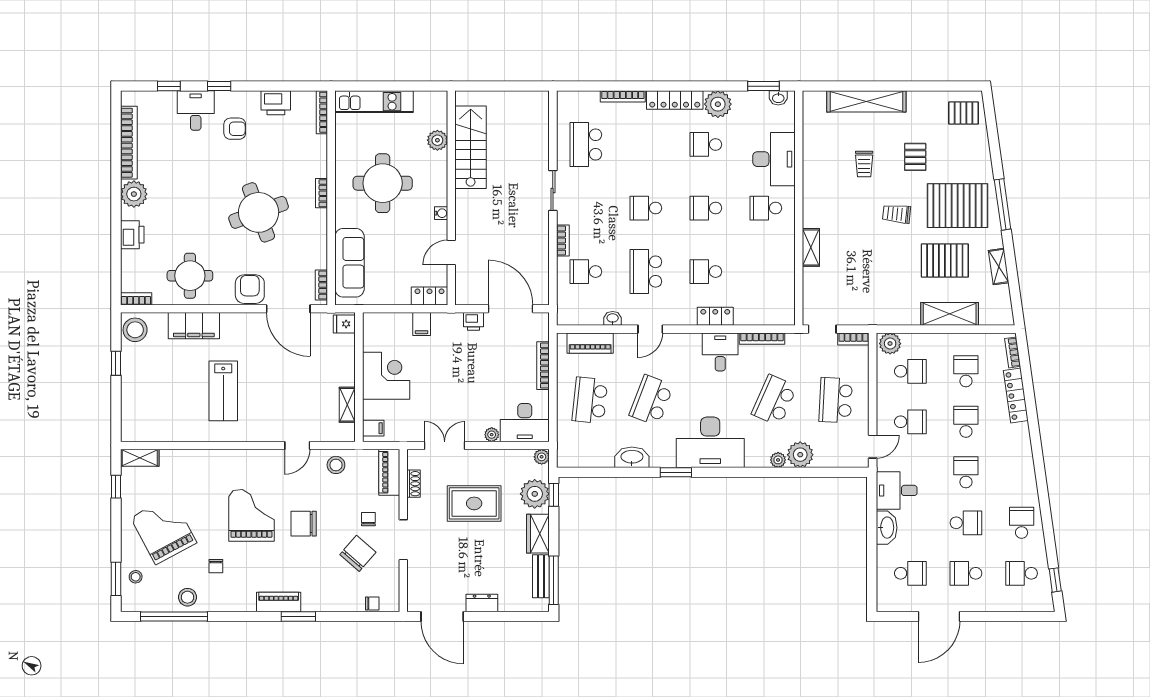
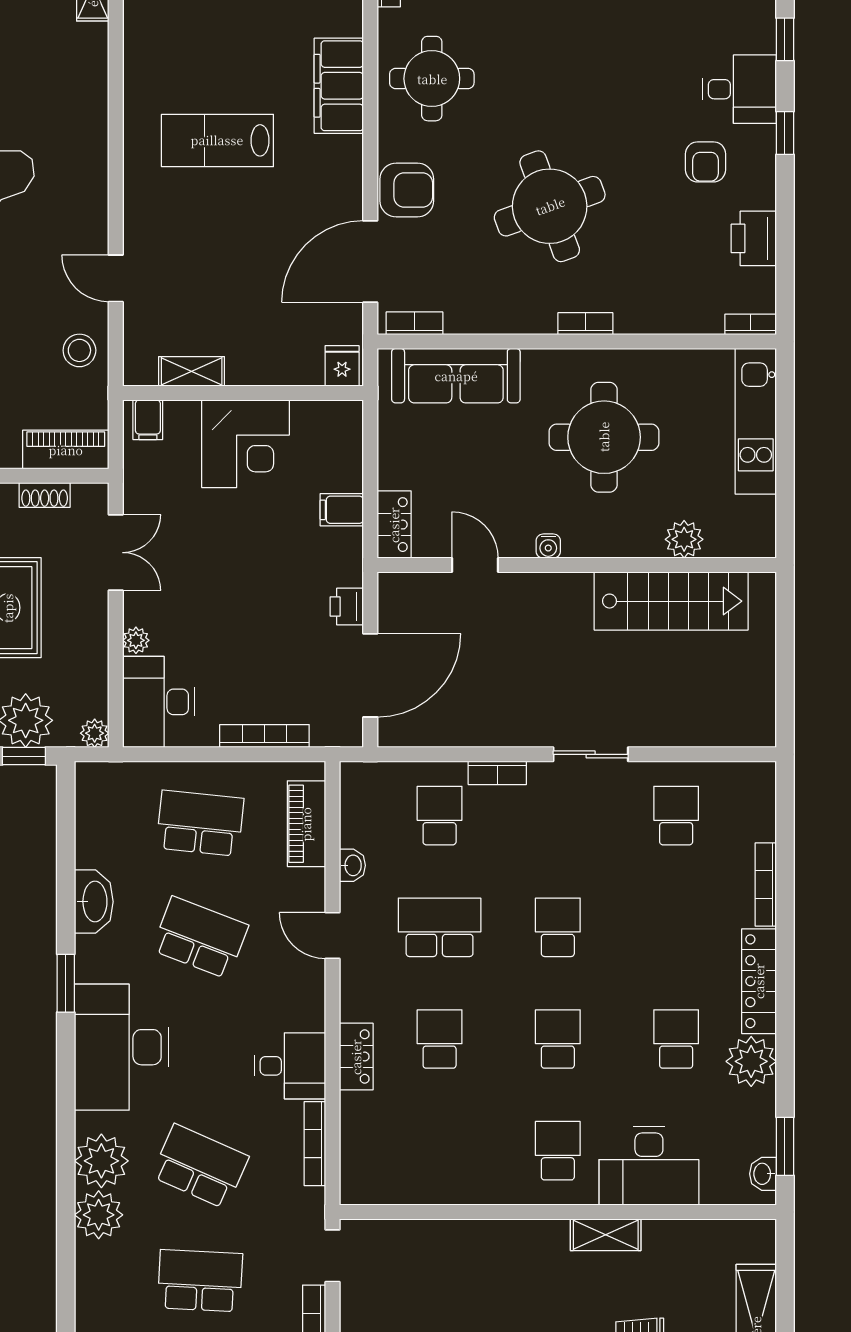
bookcase: (322, 112) -> (751, 324), width x0.64
school desk: (586, 144) -> (676, 816), width x0.54
shelving: (811, 247) -> (606, 1235), moved
plant: (778, 460) -> (101, 1161), width x1.88, depth x1.88

